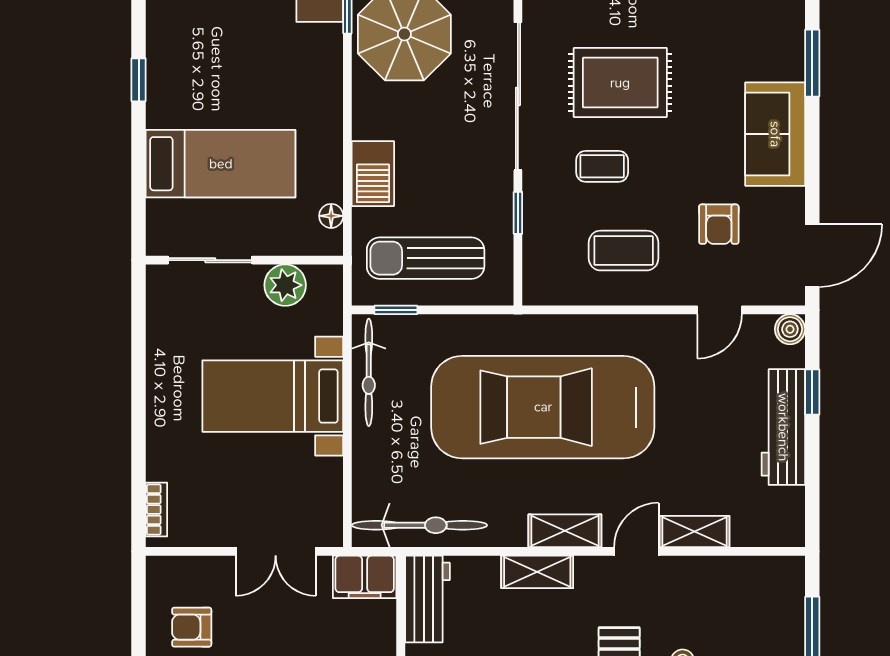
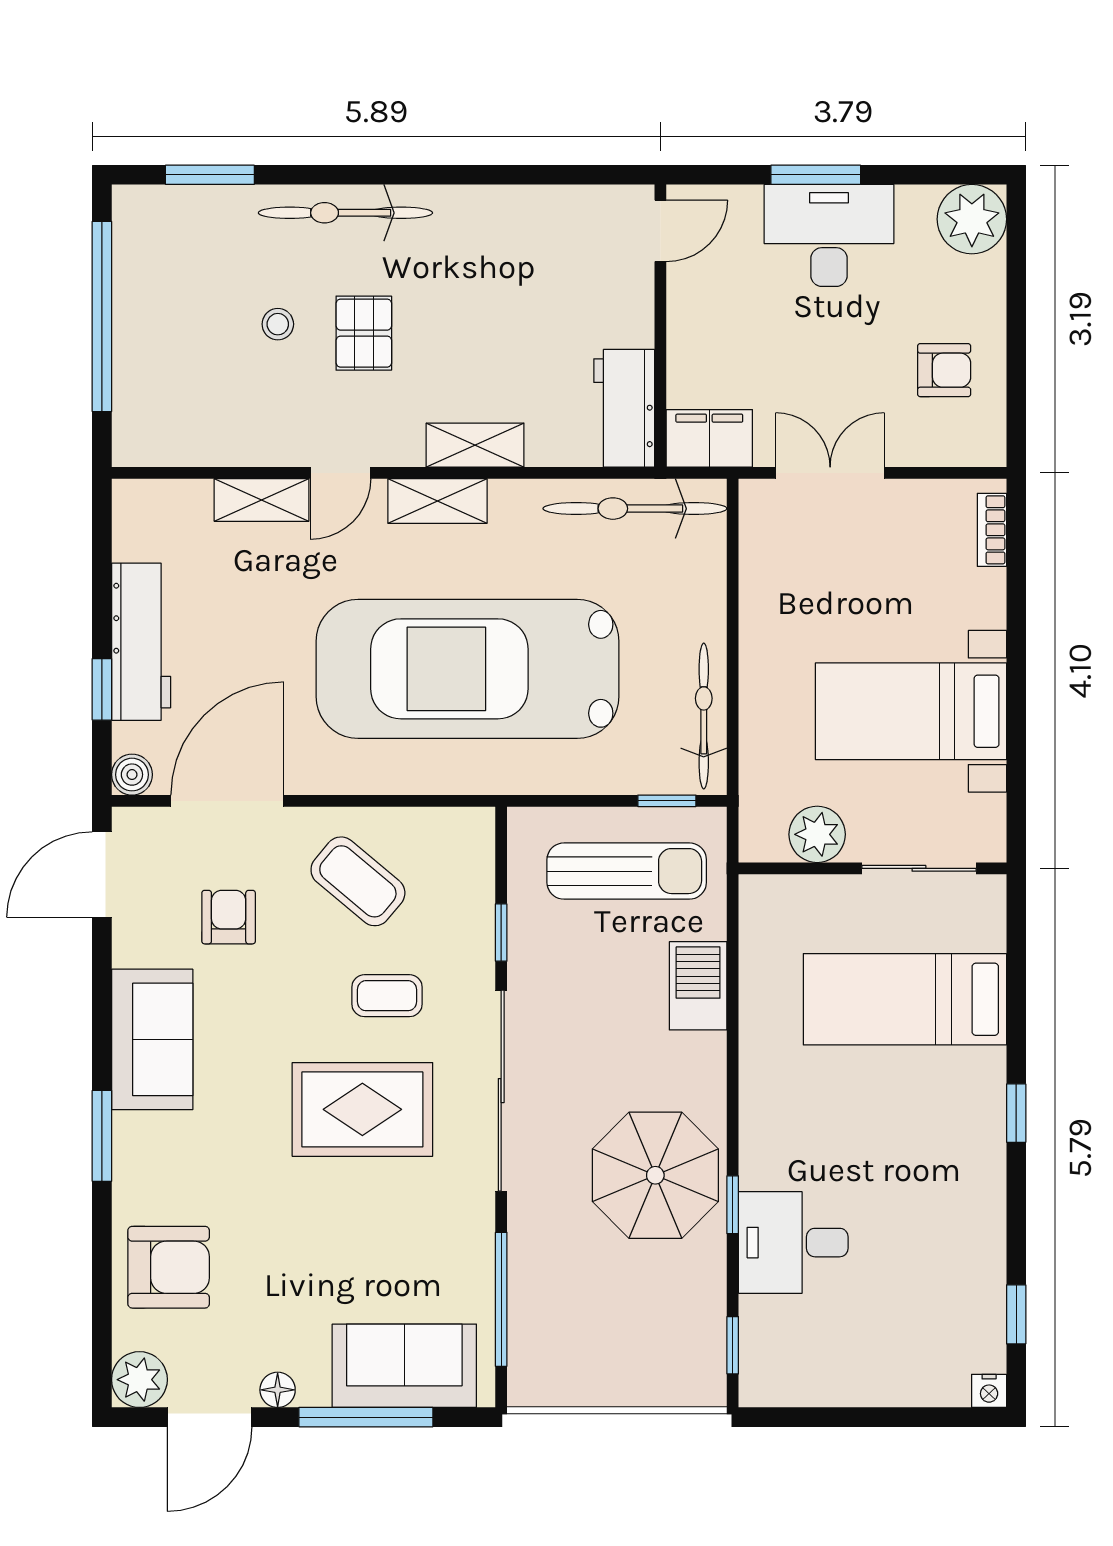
floor lamp: (331, 216) -> (755, 928), removed
coffee table: (624, 251) -> (358, 881), turned 40
door: (720, 310) -> (227, 801), width x1.87
bed with nightstands: (273, 396) -> (911, 711), moved, turned 180
car: (543, 407) -> (468, 669), turned 180

